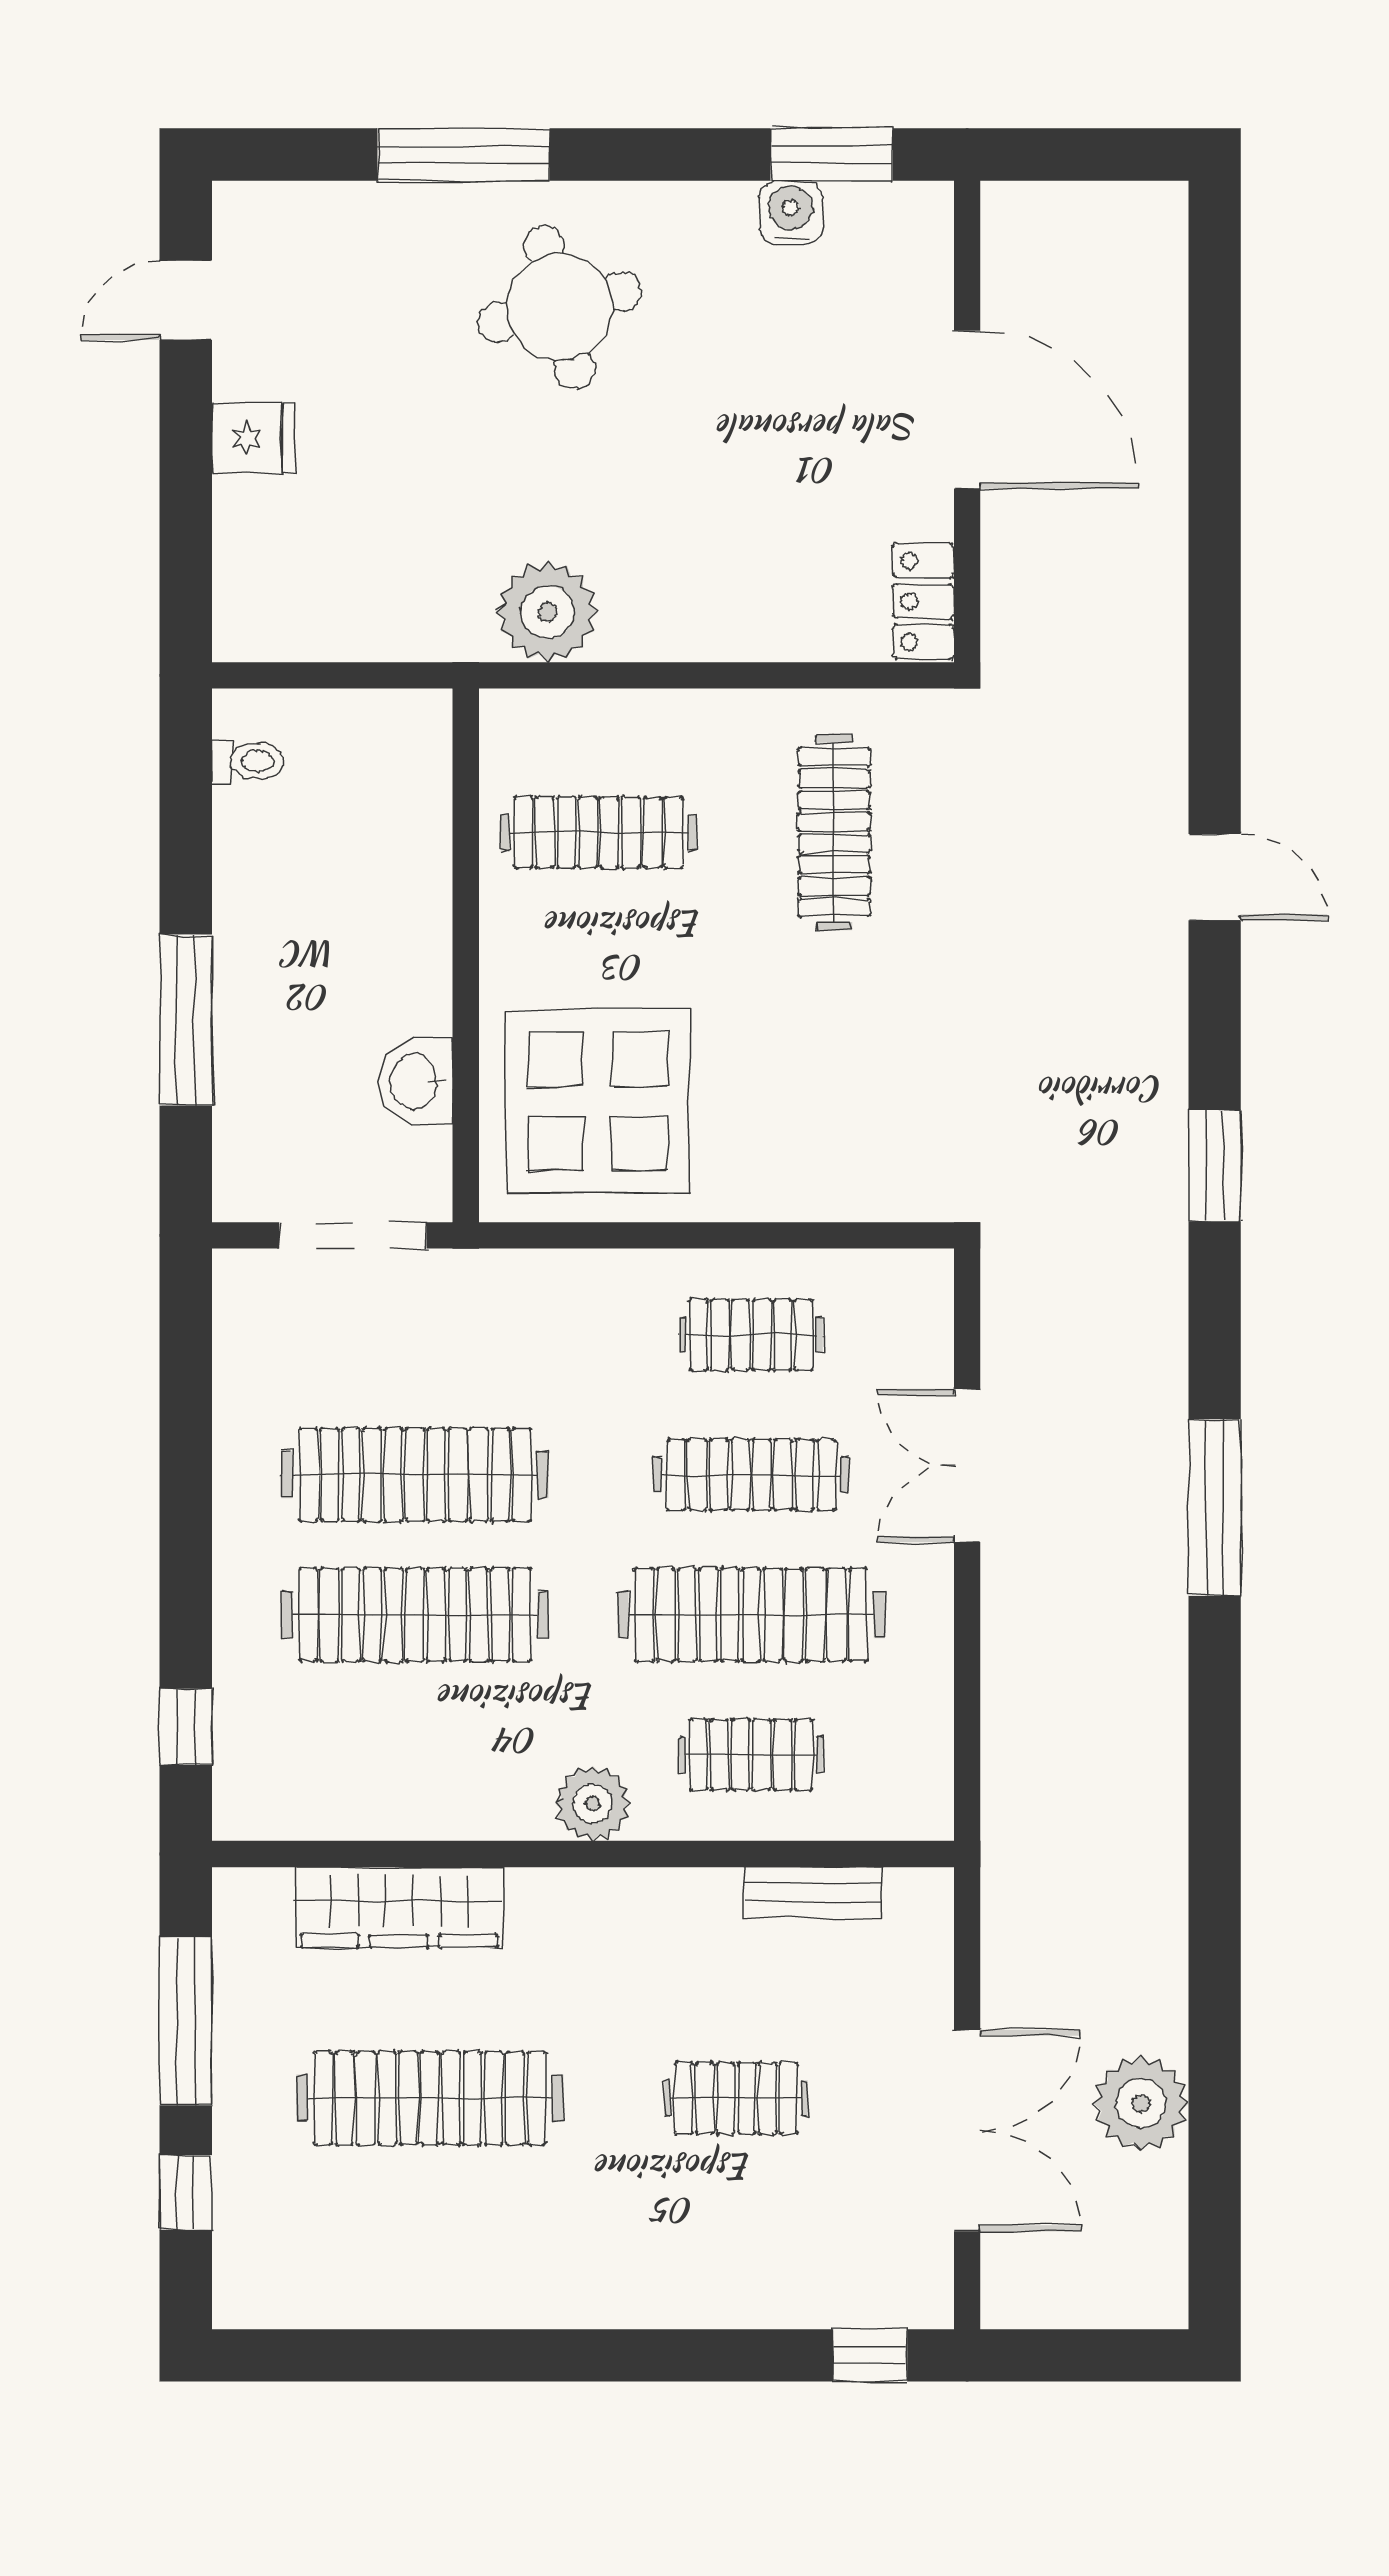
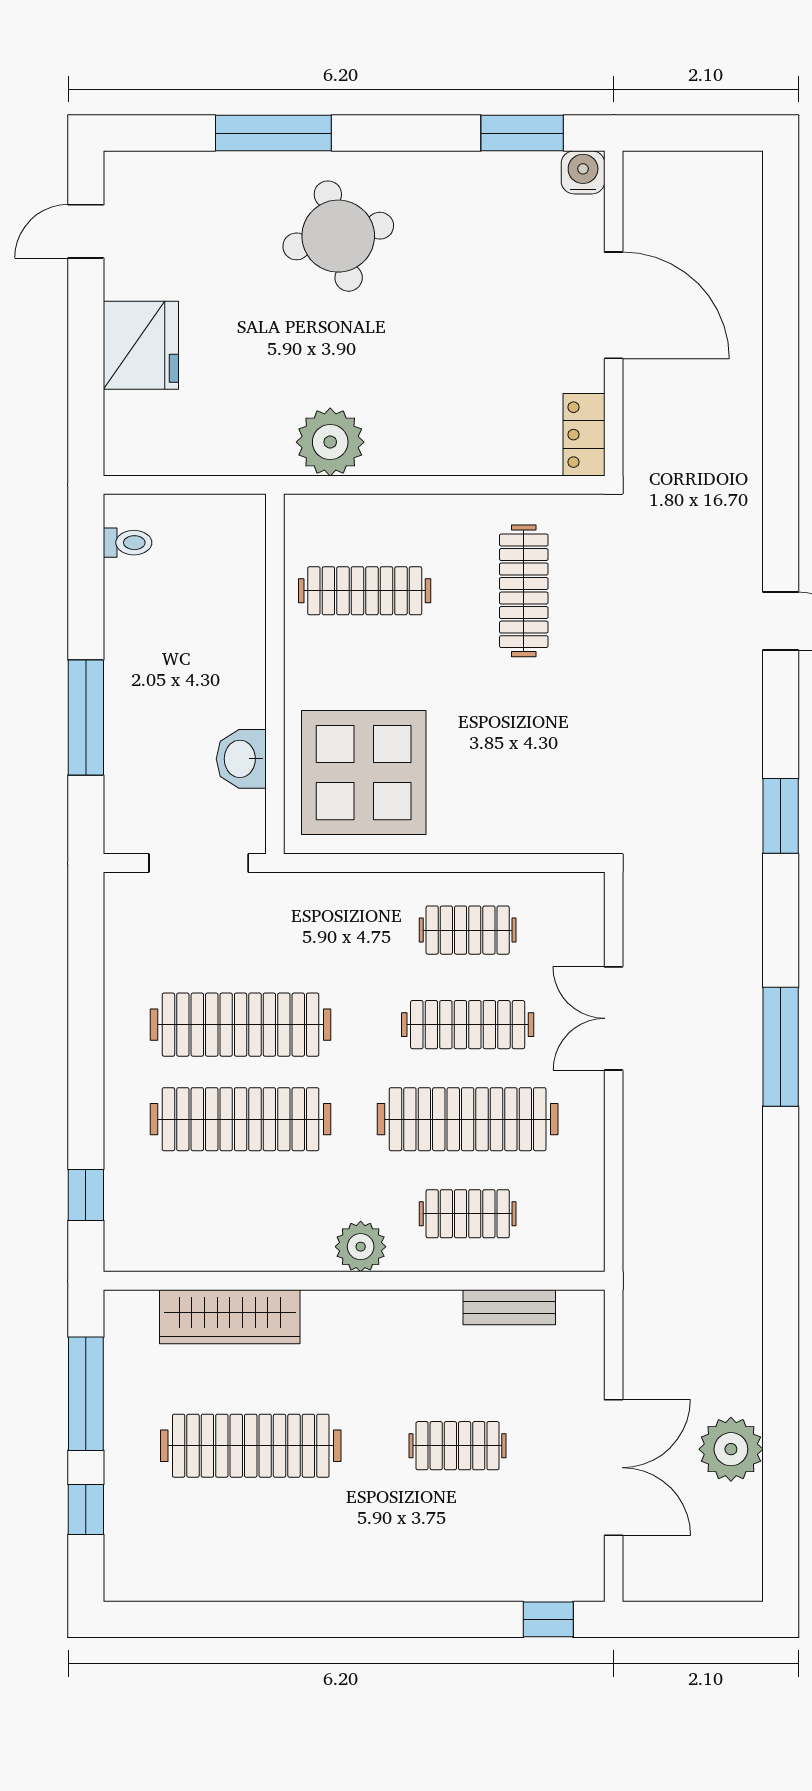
water cooler: (791, 213) -> (583, 172), moved
fridge: (253, 438) -> (141, 345), width x1.88, depth x1.34

